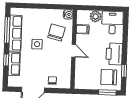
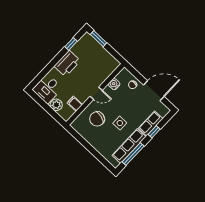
water cooler: (68, 14) -> (114, 84), moved
door: (74, 51) -> (96, 93), swing flipped
chair: (109, 77) -> (87, 49), removed

